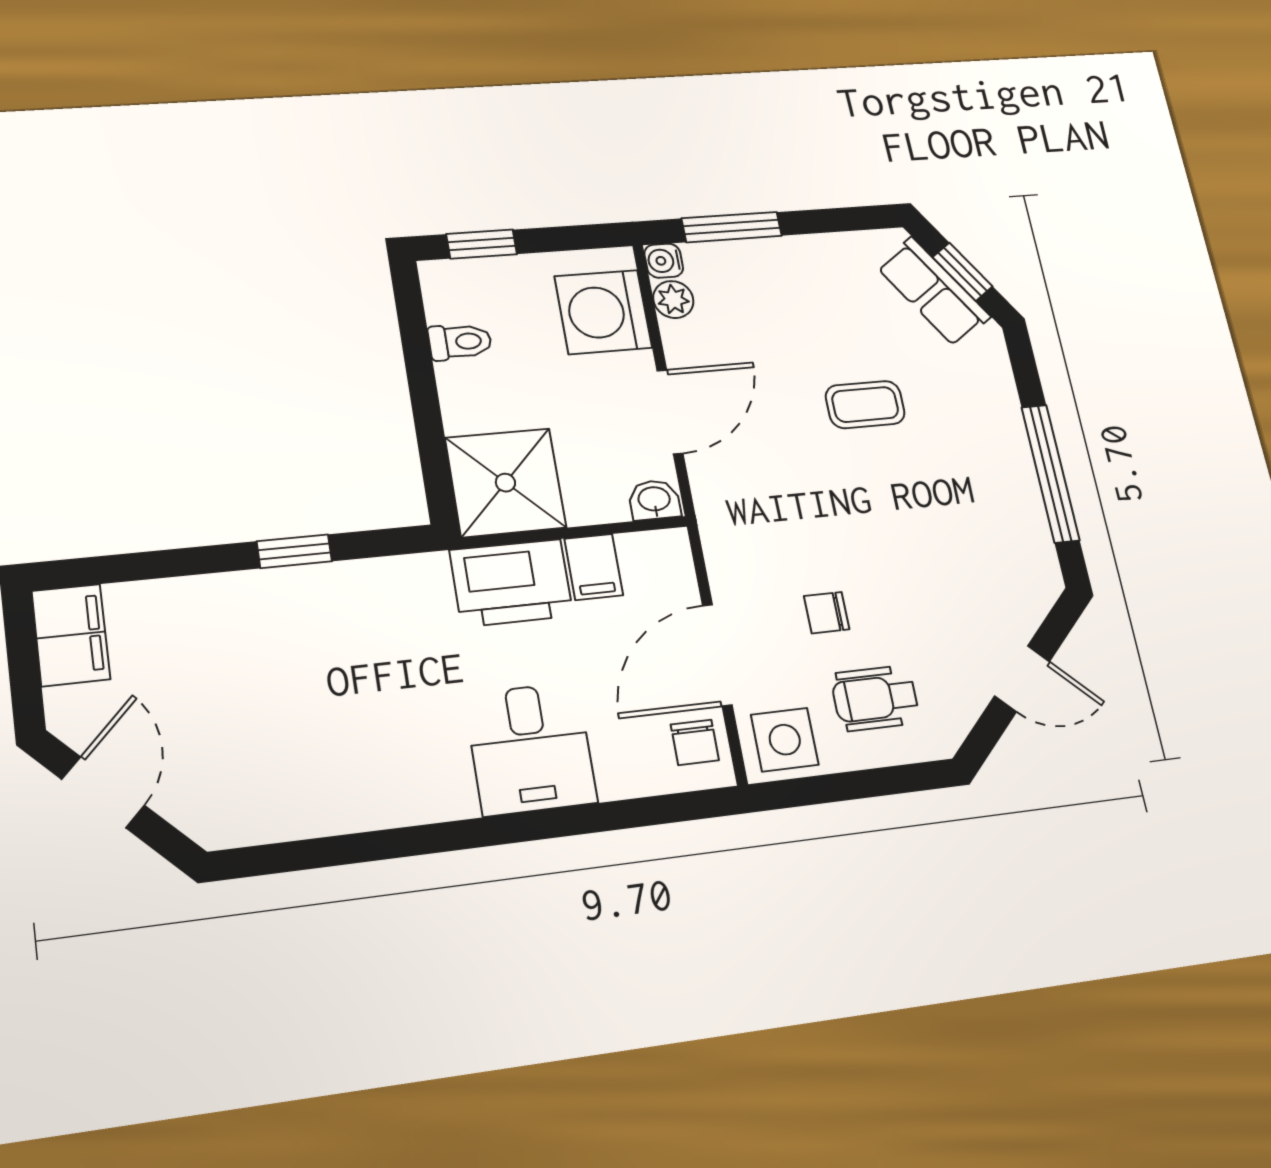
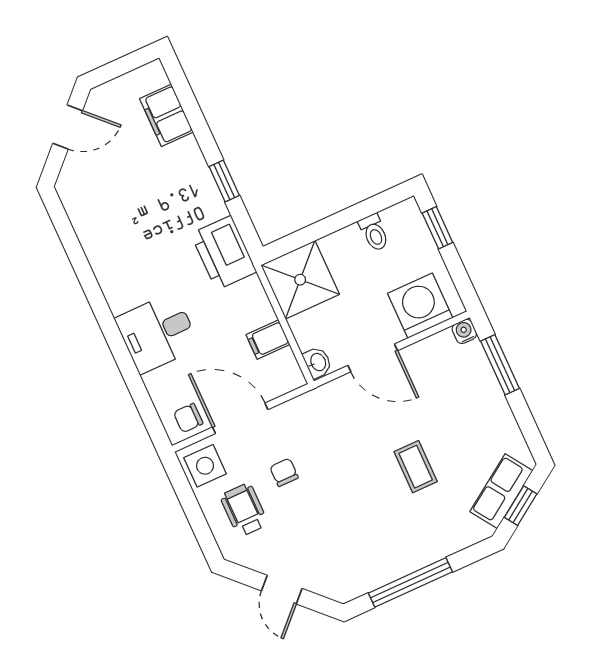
plant: (673, 299) -> (442, 343), removed
printer: (511, 583) -> (224, 253), moved
filing cabinet: (71, 635) -> (166, 115), moved, turned 90

